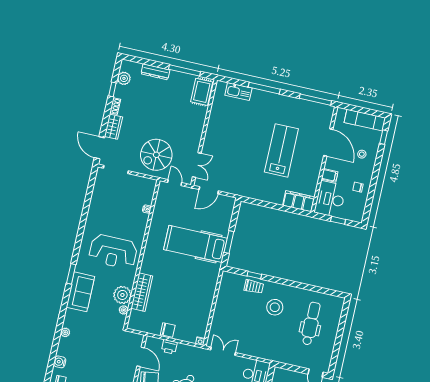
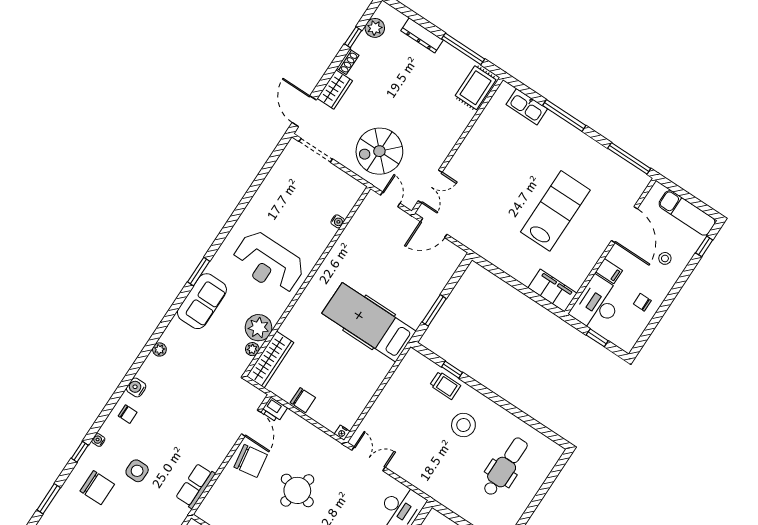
hospital bed: (195, 244) -> (369, 322), moved
wardrobe: (142, 292) -> (270, 359), moved
printer: (169, 347) -> (274, 410), moved

